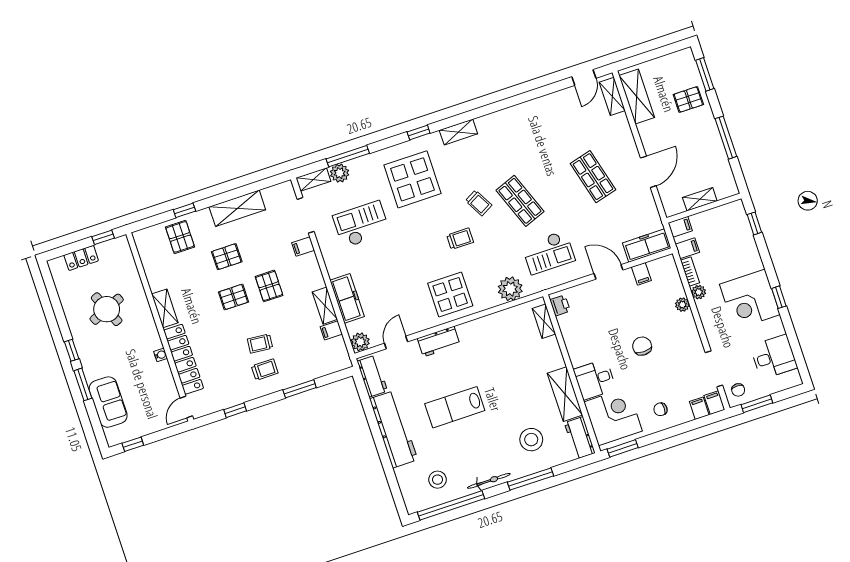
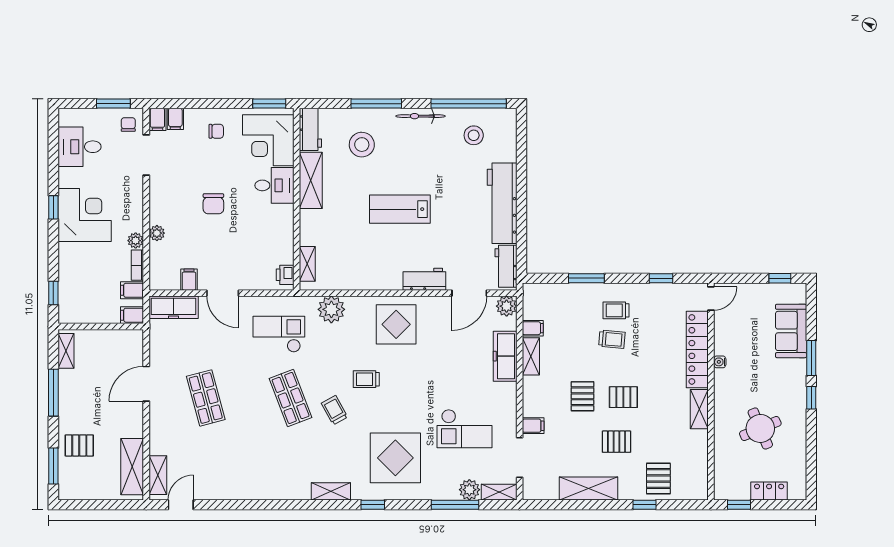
shelving: (700, 199) -> (66, 351), moved, turned 90
door: (396, 342) -> (469, 293), width x1.38
lab bench: (455, 407) -> (400, 209), moved, turned 180

